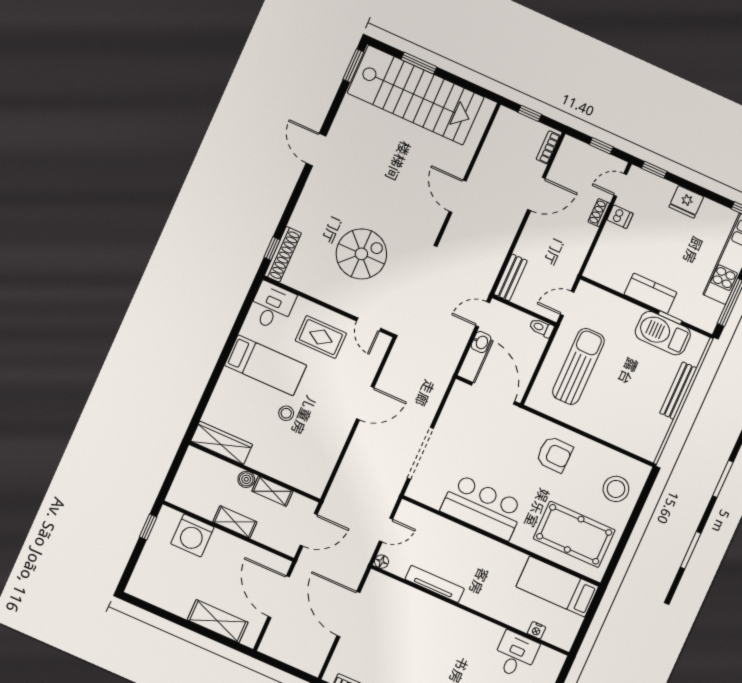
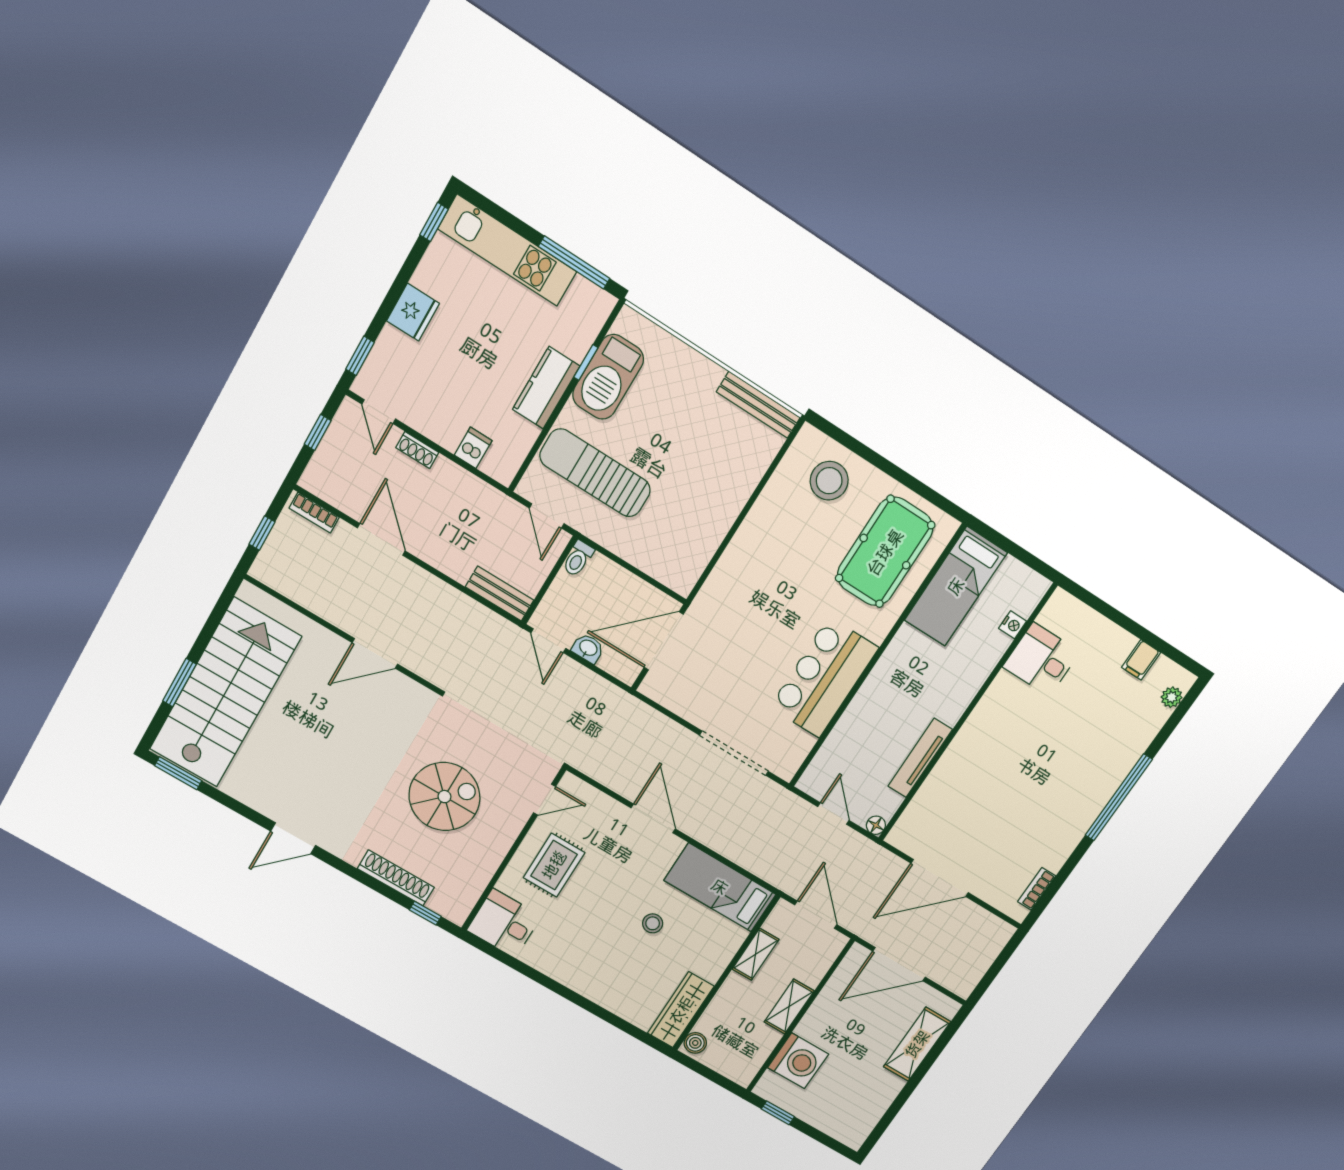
dishwasher: (620, 217) -> (473, 448), moved
shoe rack: (283, 254) -> (396, 878), moved
spiral stairs: (361, 254) -> (444, 797), turned 90
bed: (266, 365) -> (720, 887), moved, turned -90
sun lounger: (578, 366) -> (595, 473), moved
bench: (678, 391) -> (758, 405), moved
armchair: (554, 454) -> (764, 565), removed
boiler: (246, 479) -> (695, 1043), moved

